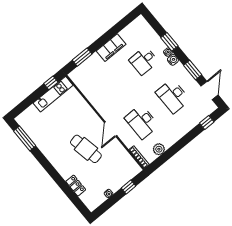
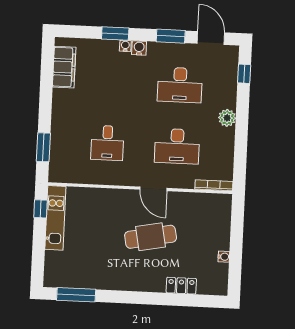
filing cabinet: (111, 48) -> (64, 67), moved
desk: (144, 61) -> (107, 143), moved
plant: (159, 149) -> (227, 118), moved
window: (128, 187) -> (237, 228), removed

